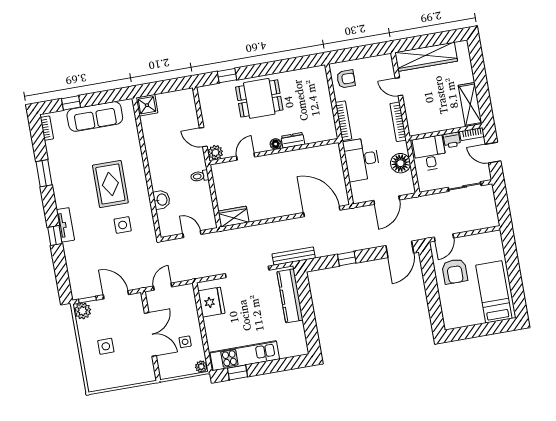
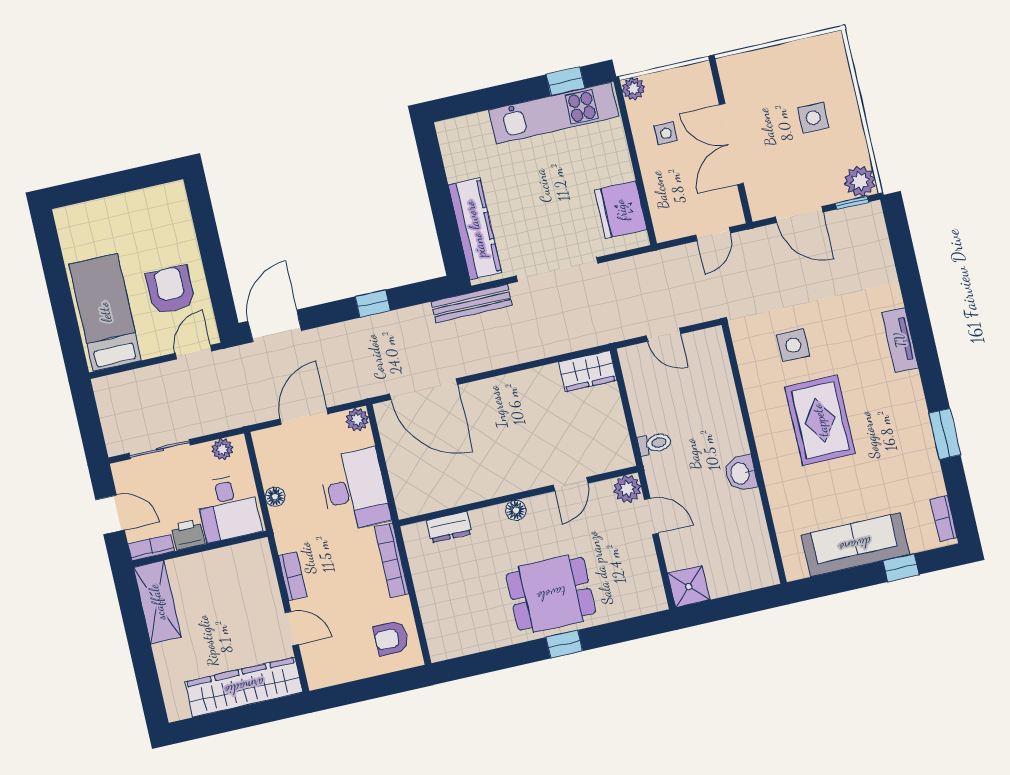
window: (227, 76) -> (564, 644), moved
shower: (147, 105) -> (689, 587), moved
bookcase: (398, 122) -> (293, 576), width x0.64
dresser: (293, 140) -> (449, 527), moved
floor lamp: (400, 163) -> (275, 497), width x0.53, depth x0.53
plant: (431, 185) -> (222, 449), added
plant: (358, 197) -> (357, 420), added
washbasin: (162, 200) -> (741, 473), moved
window: (55, 235) -> (919, 319), removed
bed: (494, 292) -> (105, 312), moved, turned 180

